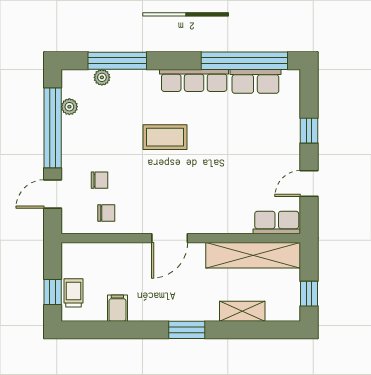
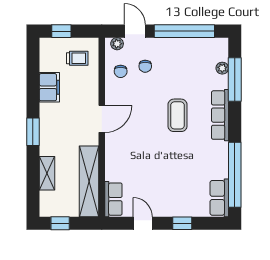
row of seats: (194, 80) -> (220, 115), moved
row of seats: (255, 81) -> (219, 198), moved
plant: (69, 107) -> (117, 44), moved
door: (170, 238) -> (102, 119), swing flipped
trolley: (73, 293) -> (77, 58), moved
filing cabinet: (117, 308) -> (49, 87), width x2.00

